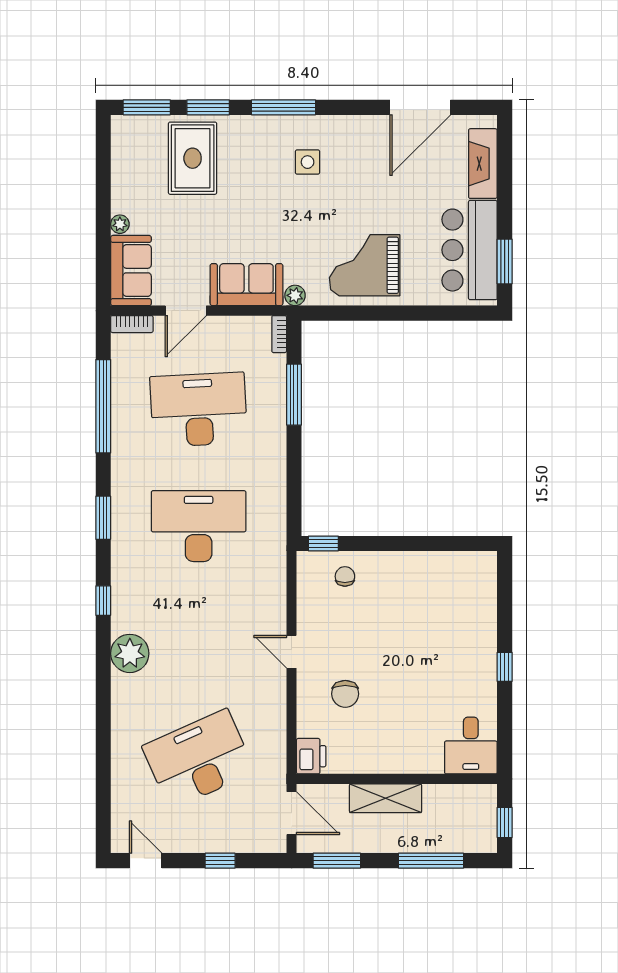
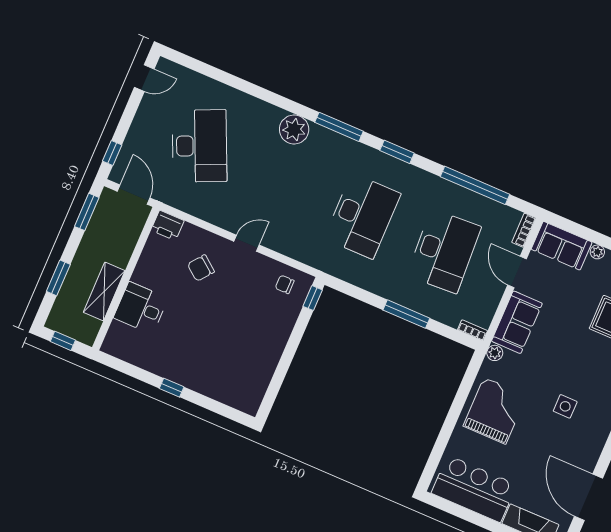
side table: (308, 162) -> (565, 406), moved
window: (505, 261) -> (455, 510), removed
window: (294, 395) -> (406, 314), moved
chair: (345, 576) -> (285, 284), moved, turned 180
window: (103, 601) -> (339, 127), width x2.17
chair: (345, 694) -> (201, 268), turned -52
desk: (471, 746) -> (141, 308), moved
shelving: (386, 798) -> (104, 291), moved
door: (292, 813) -> (134, 195), swing flipped
window: (220, 861) -> (112, 153), moved
window: (431, 861) -> (58, 278), width x0.69

